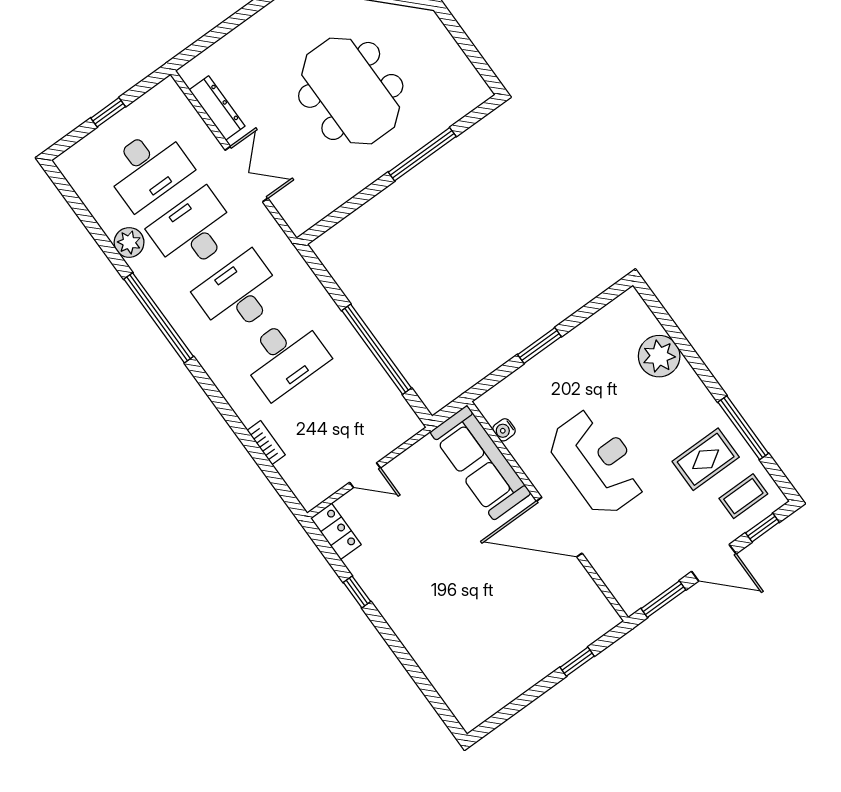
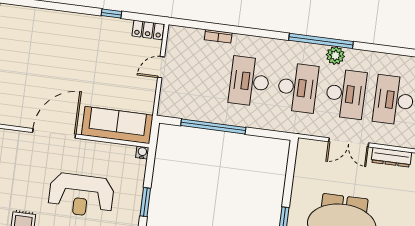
plant: (129, 242) -> (335, 55), moved
water cooler: (504, 430) -> (142, 152), moved
reception desk: (597, 462) -> (81, 195), moved

